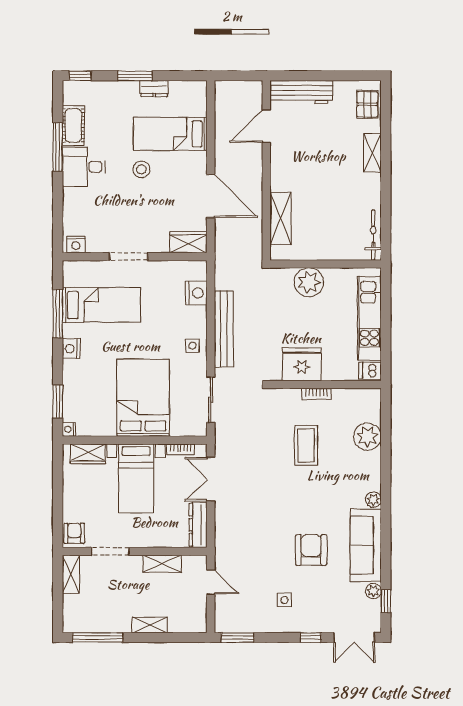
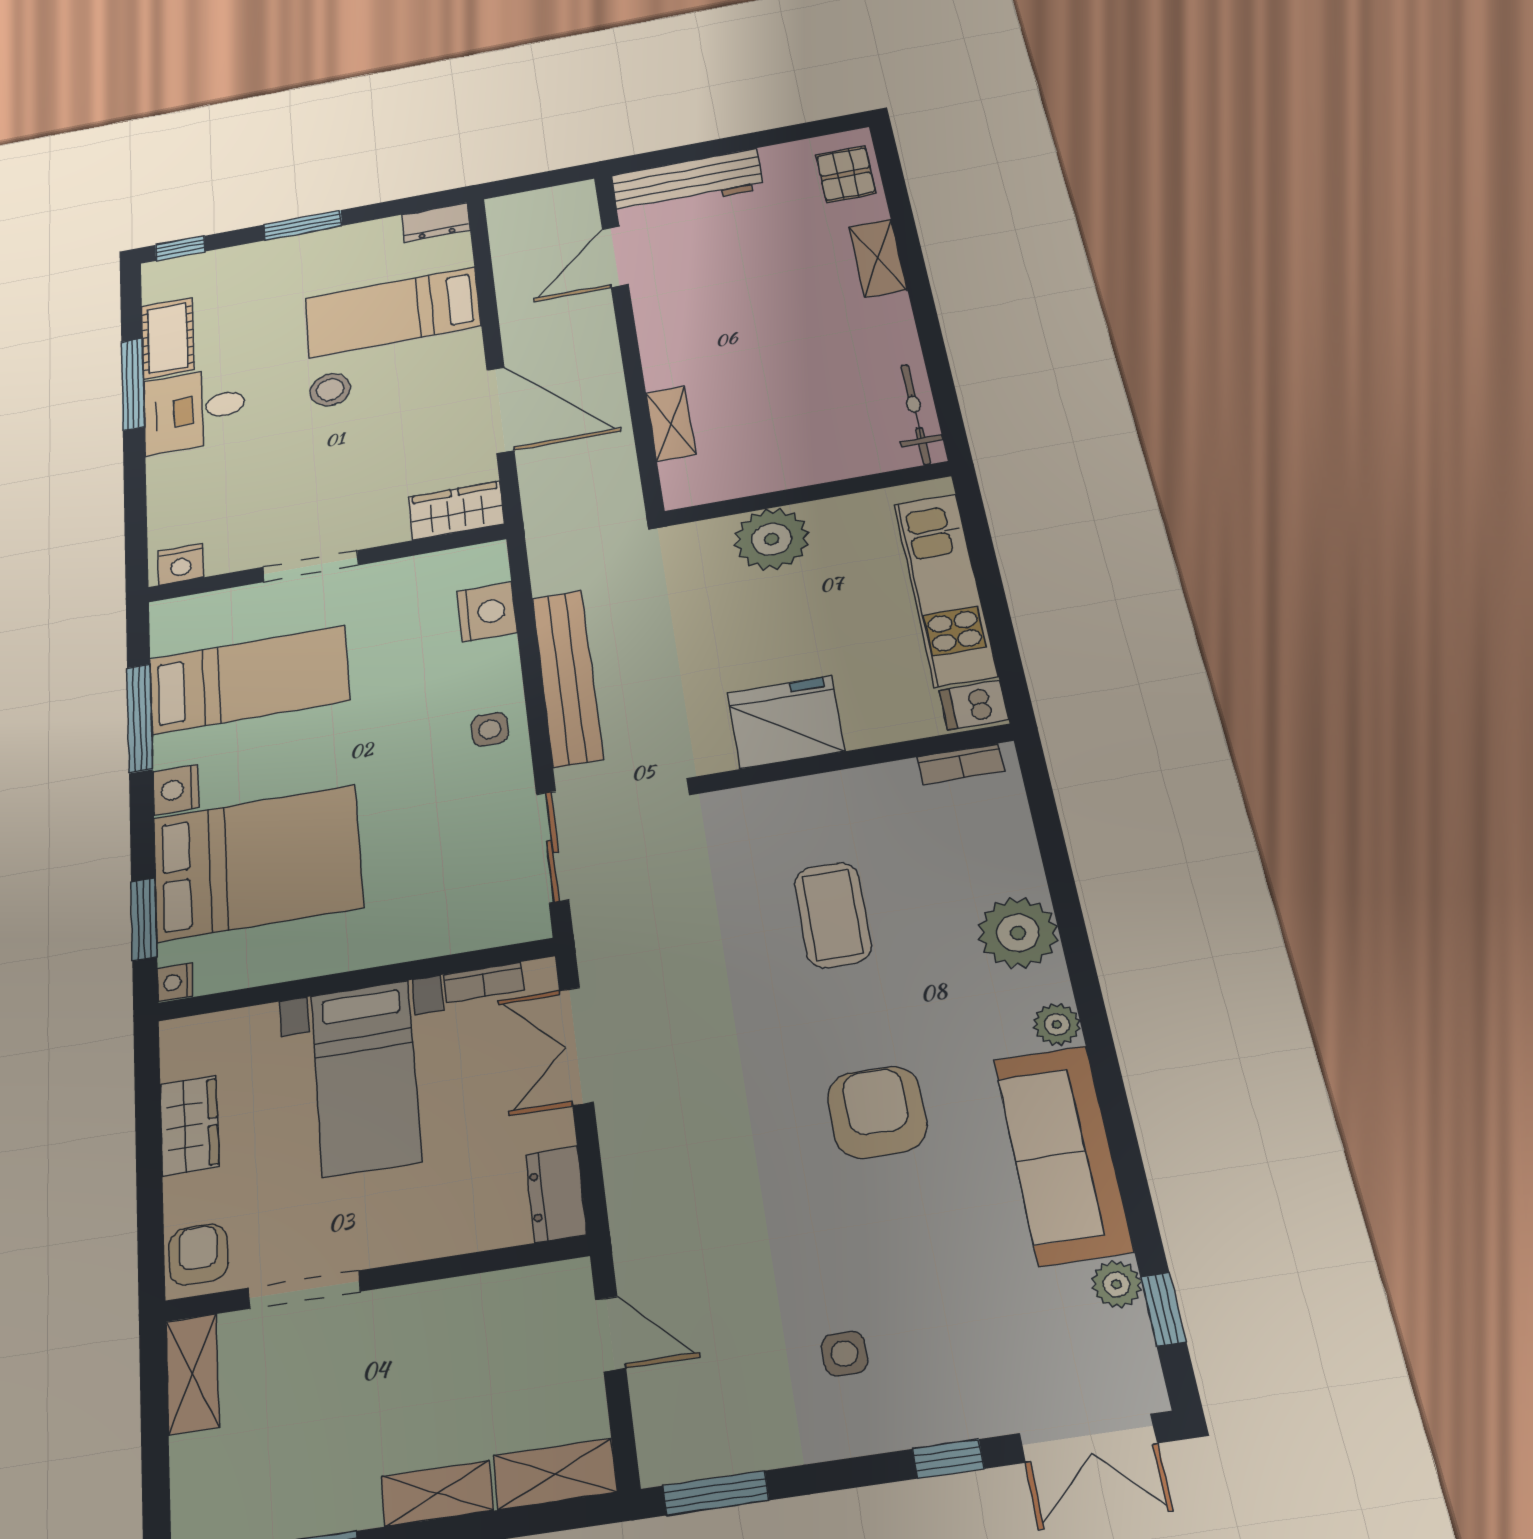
dresser: (154, 89) -> (436, 222), moved
shelving: (280, 218) -> (671, 424), width x0.67, depth x0.75
bookcase: (316, 394) -> (961, 764), moved
bed: (143, 398) -> (257, 863), moved, turned 90
plant: (367, 437) -> (1018, 933), moved
wardrobe: (88, 454) -> (189, 1125), moved, turned -90
dresser: (198, 525) -> (556, 1194), width x0.70
armchair: (311, 550) -> (877, 1112), moved
shelving: (162, 564) -> (555, 1474), moved

